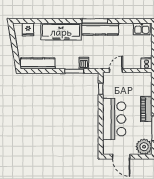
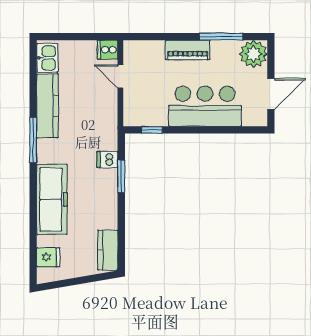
kitchen counter: (100, 29) -> (47, 106), moved
kitchen counter: (38, 63) -> (108, 250), width x0.67
door: (116, 71) -> (120, 77), moved

